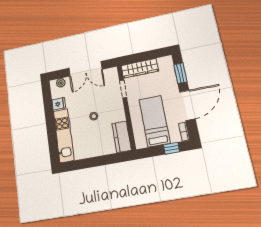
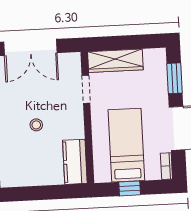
window: (171, 148) -> (130, 188), moved

